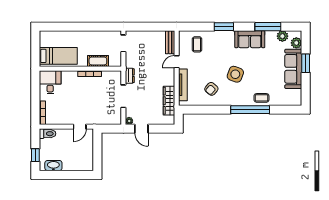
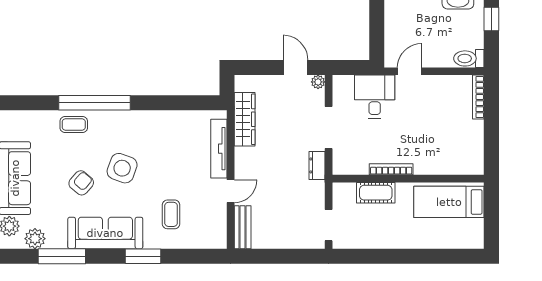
sofa: (250, 39) -> (105, 233), width x1.36
coffee table: (197, 44) -> (171, 214), moved
desk: (50, 82) -> (375, 96), moved, turned 180
armchair: (211, 89) -> (81, 183), moved

